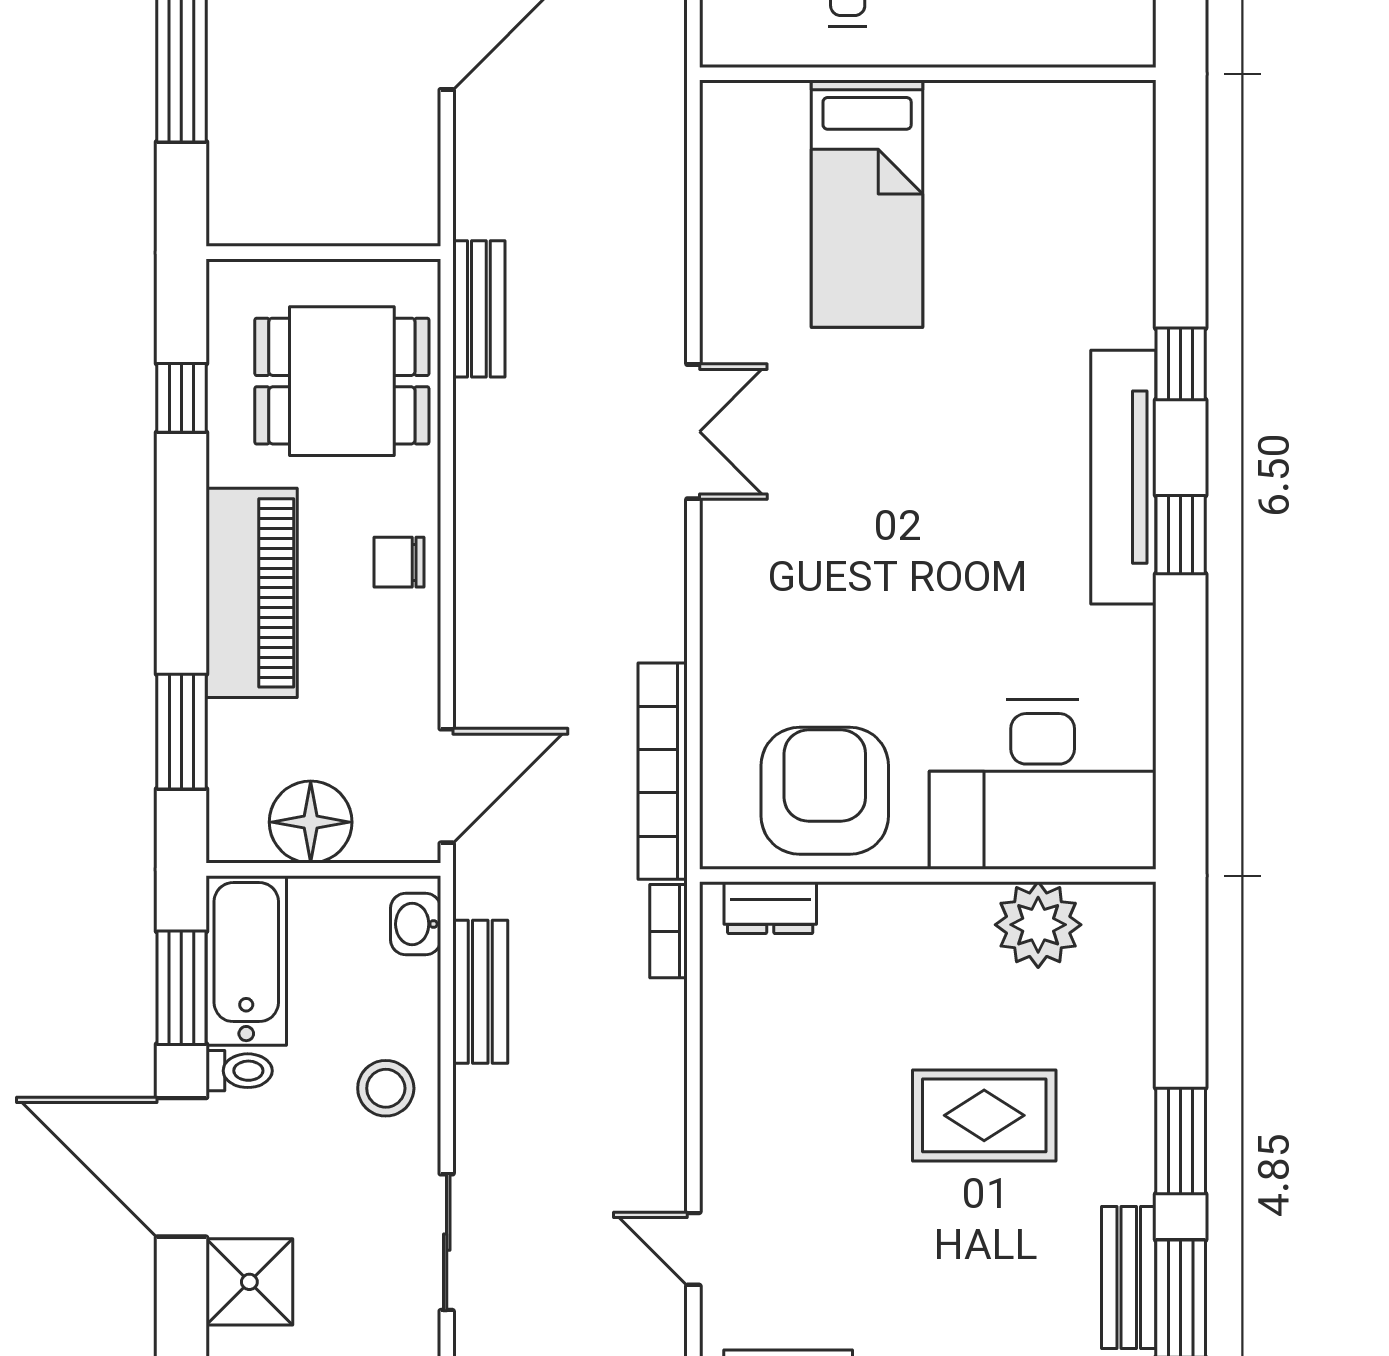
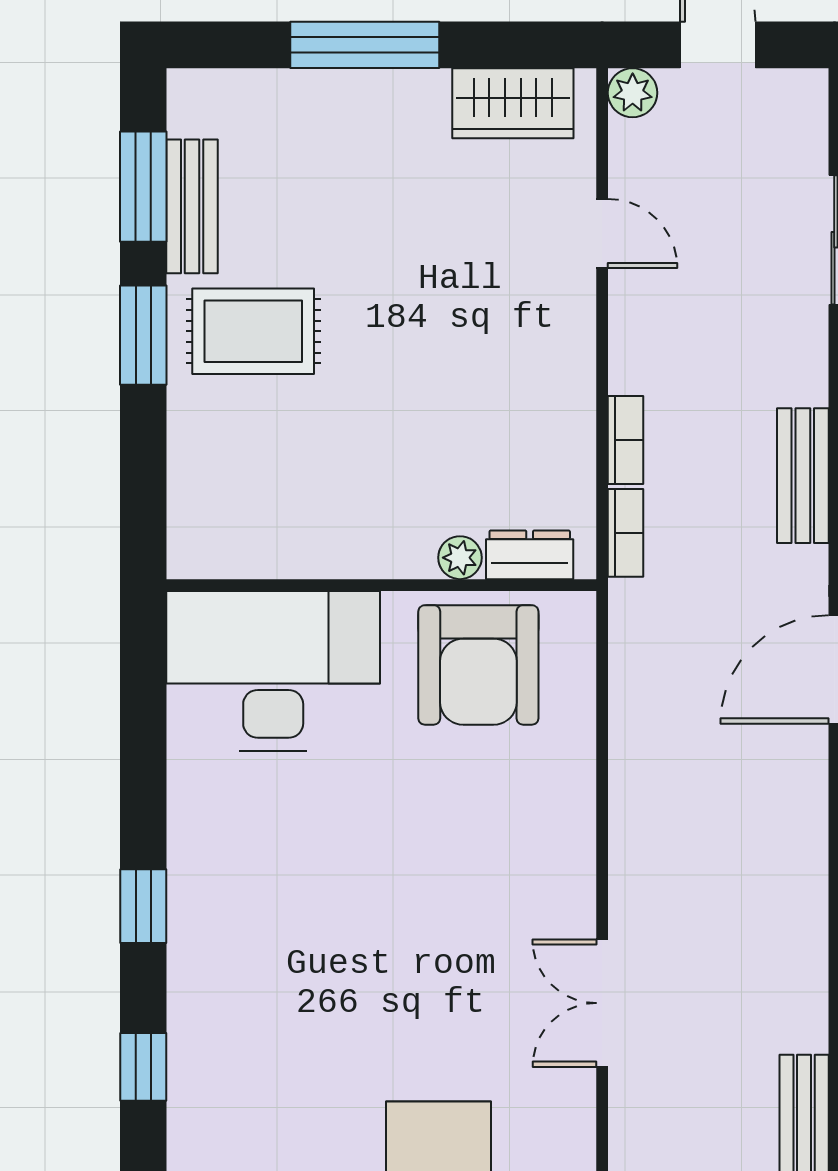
tv unit: (1123, 477) -> (197, 960), removed
bookcase: (663, 771) -> (626, 440), moved, width x0.43, depth x0.76
plant: (1038, 925) -> (460, 558), moved, width x0.53, depth x0.53
rug: (984, 1115) -> (253, 331), moved

